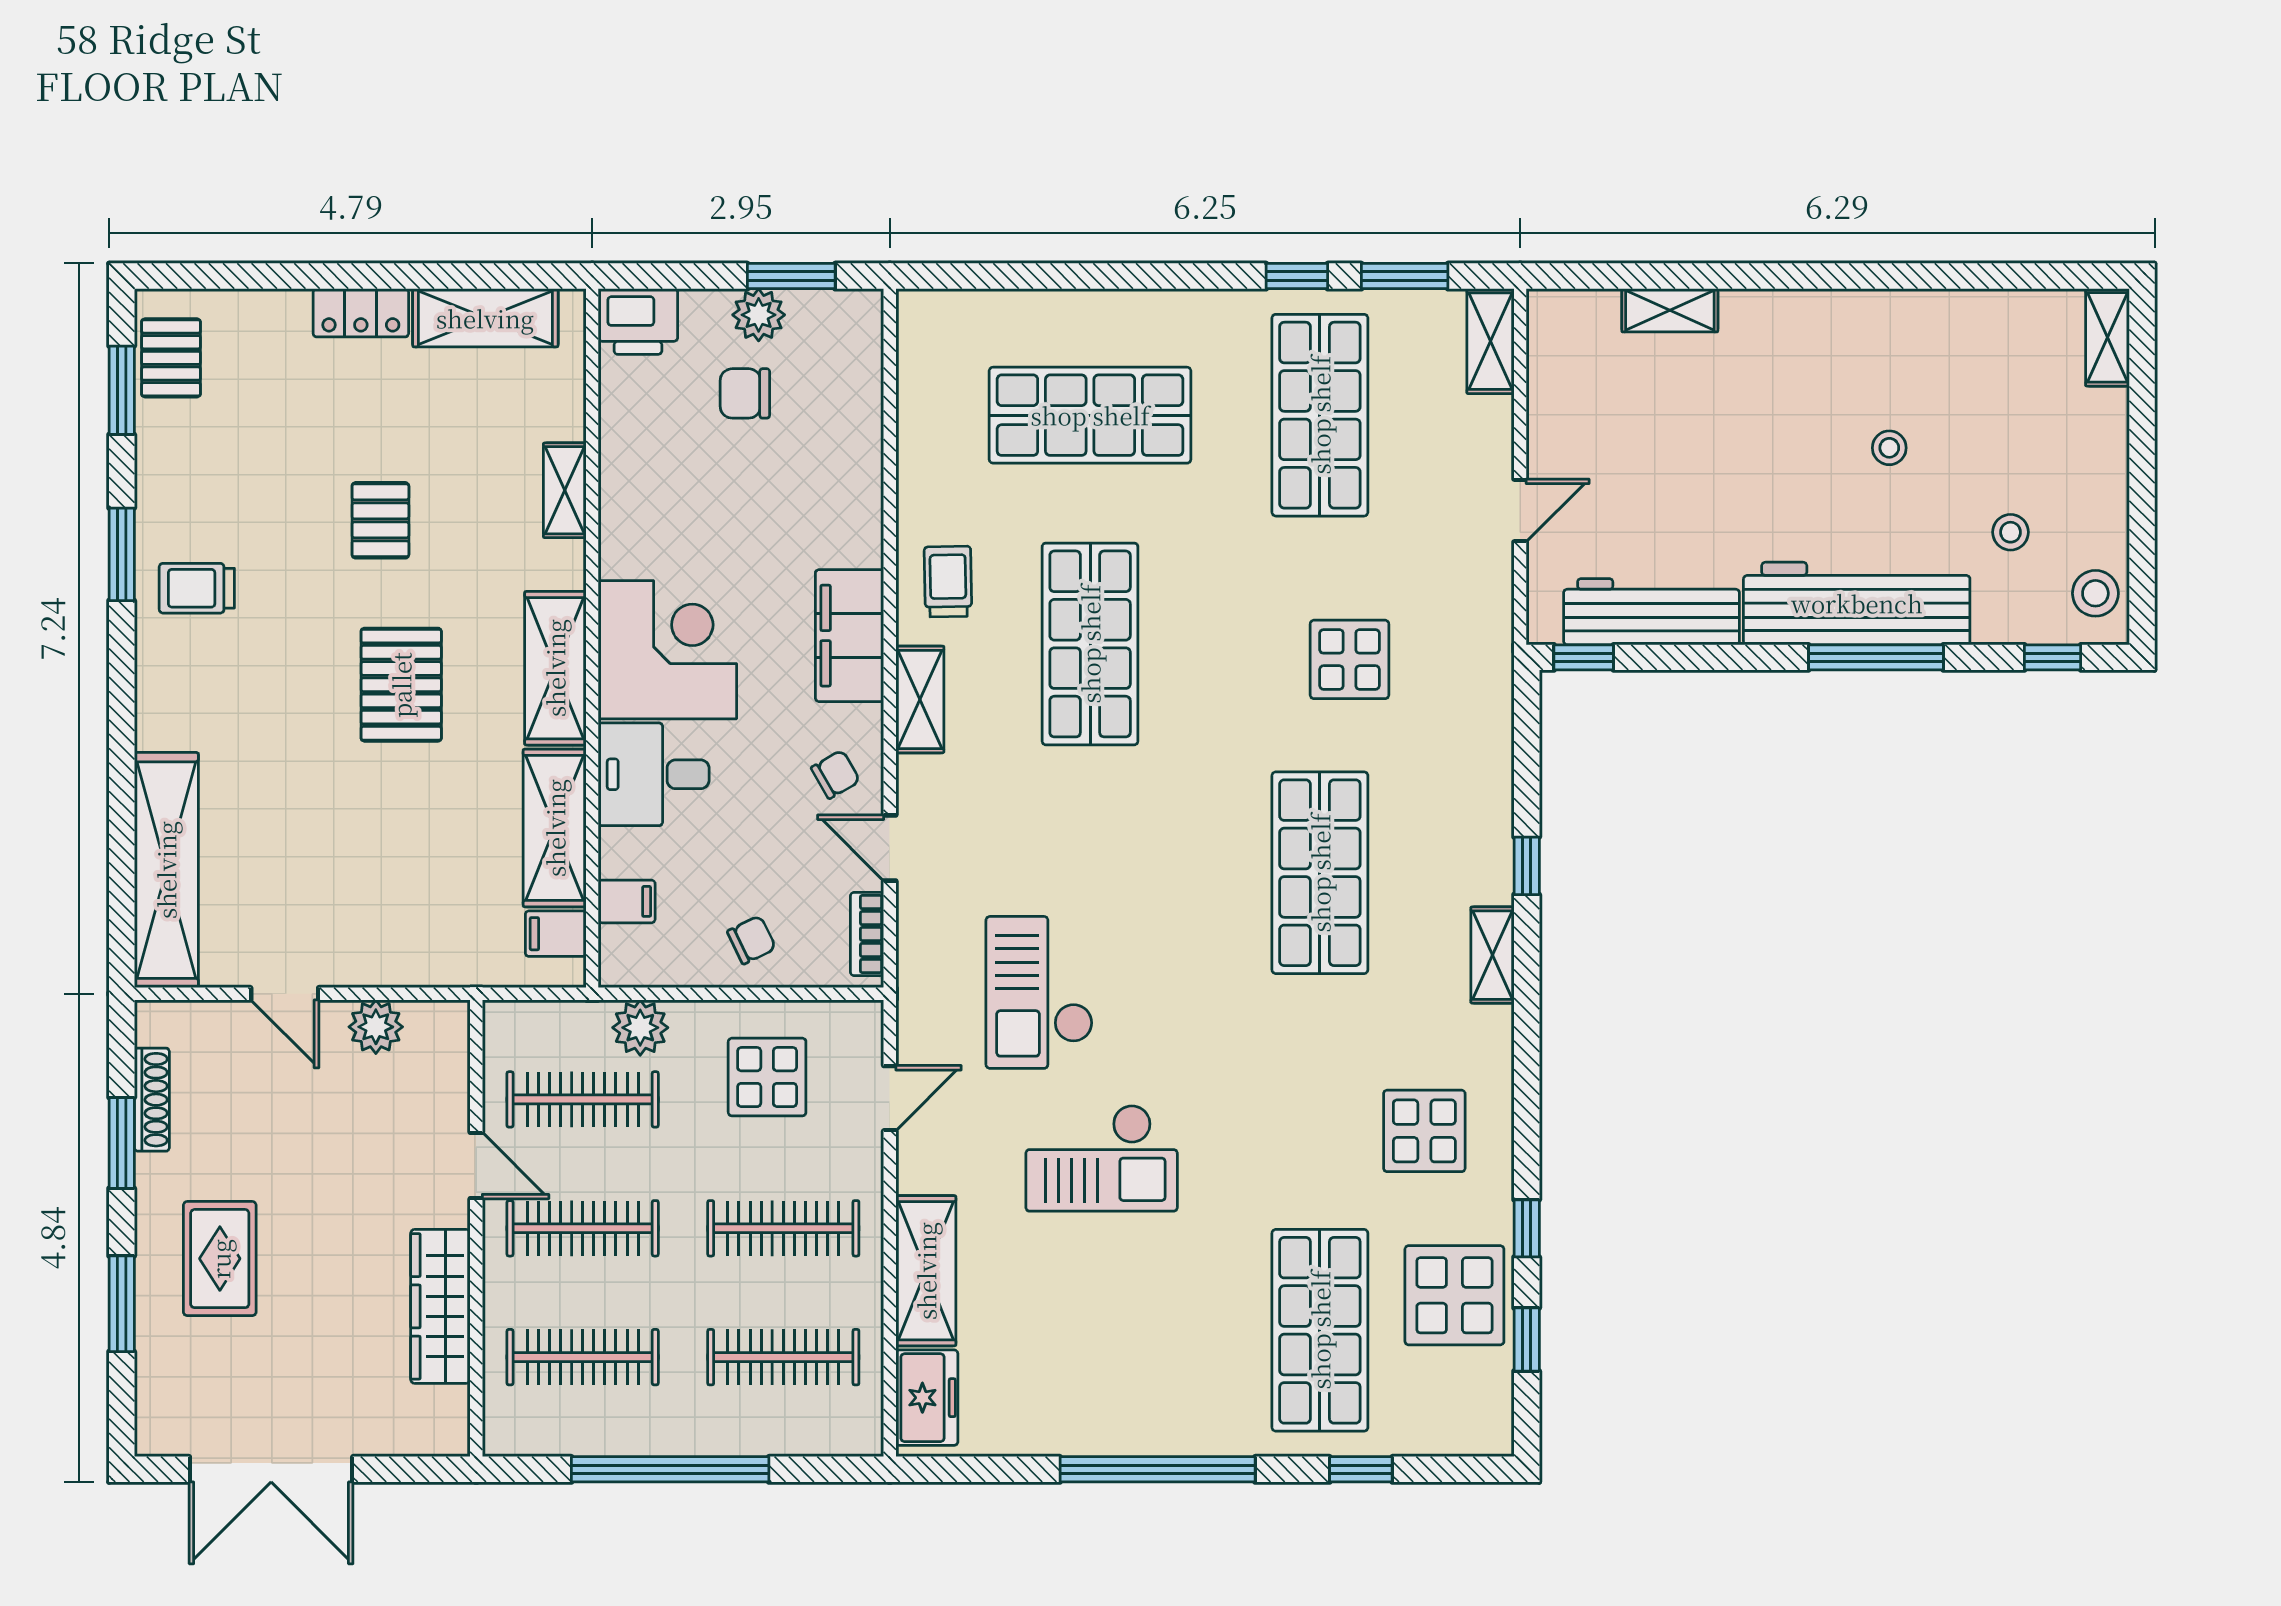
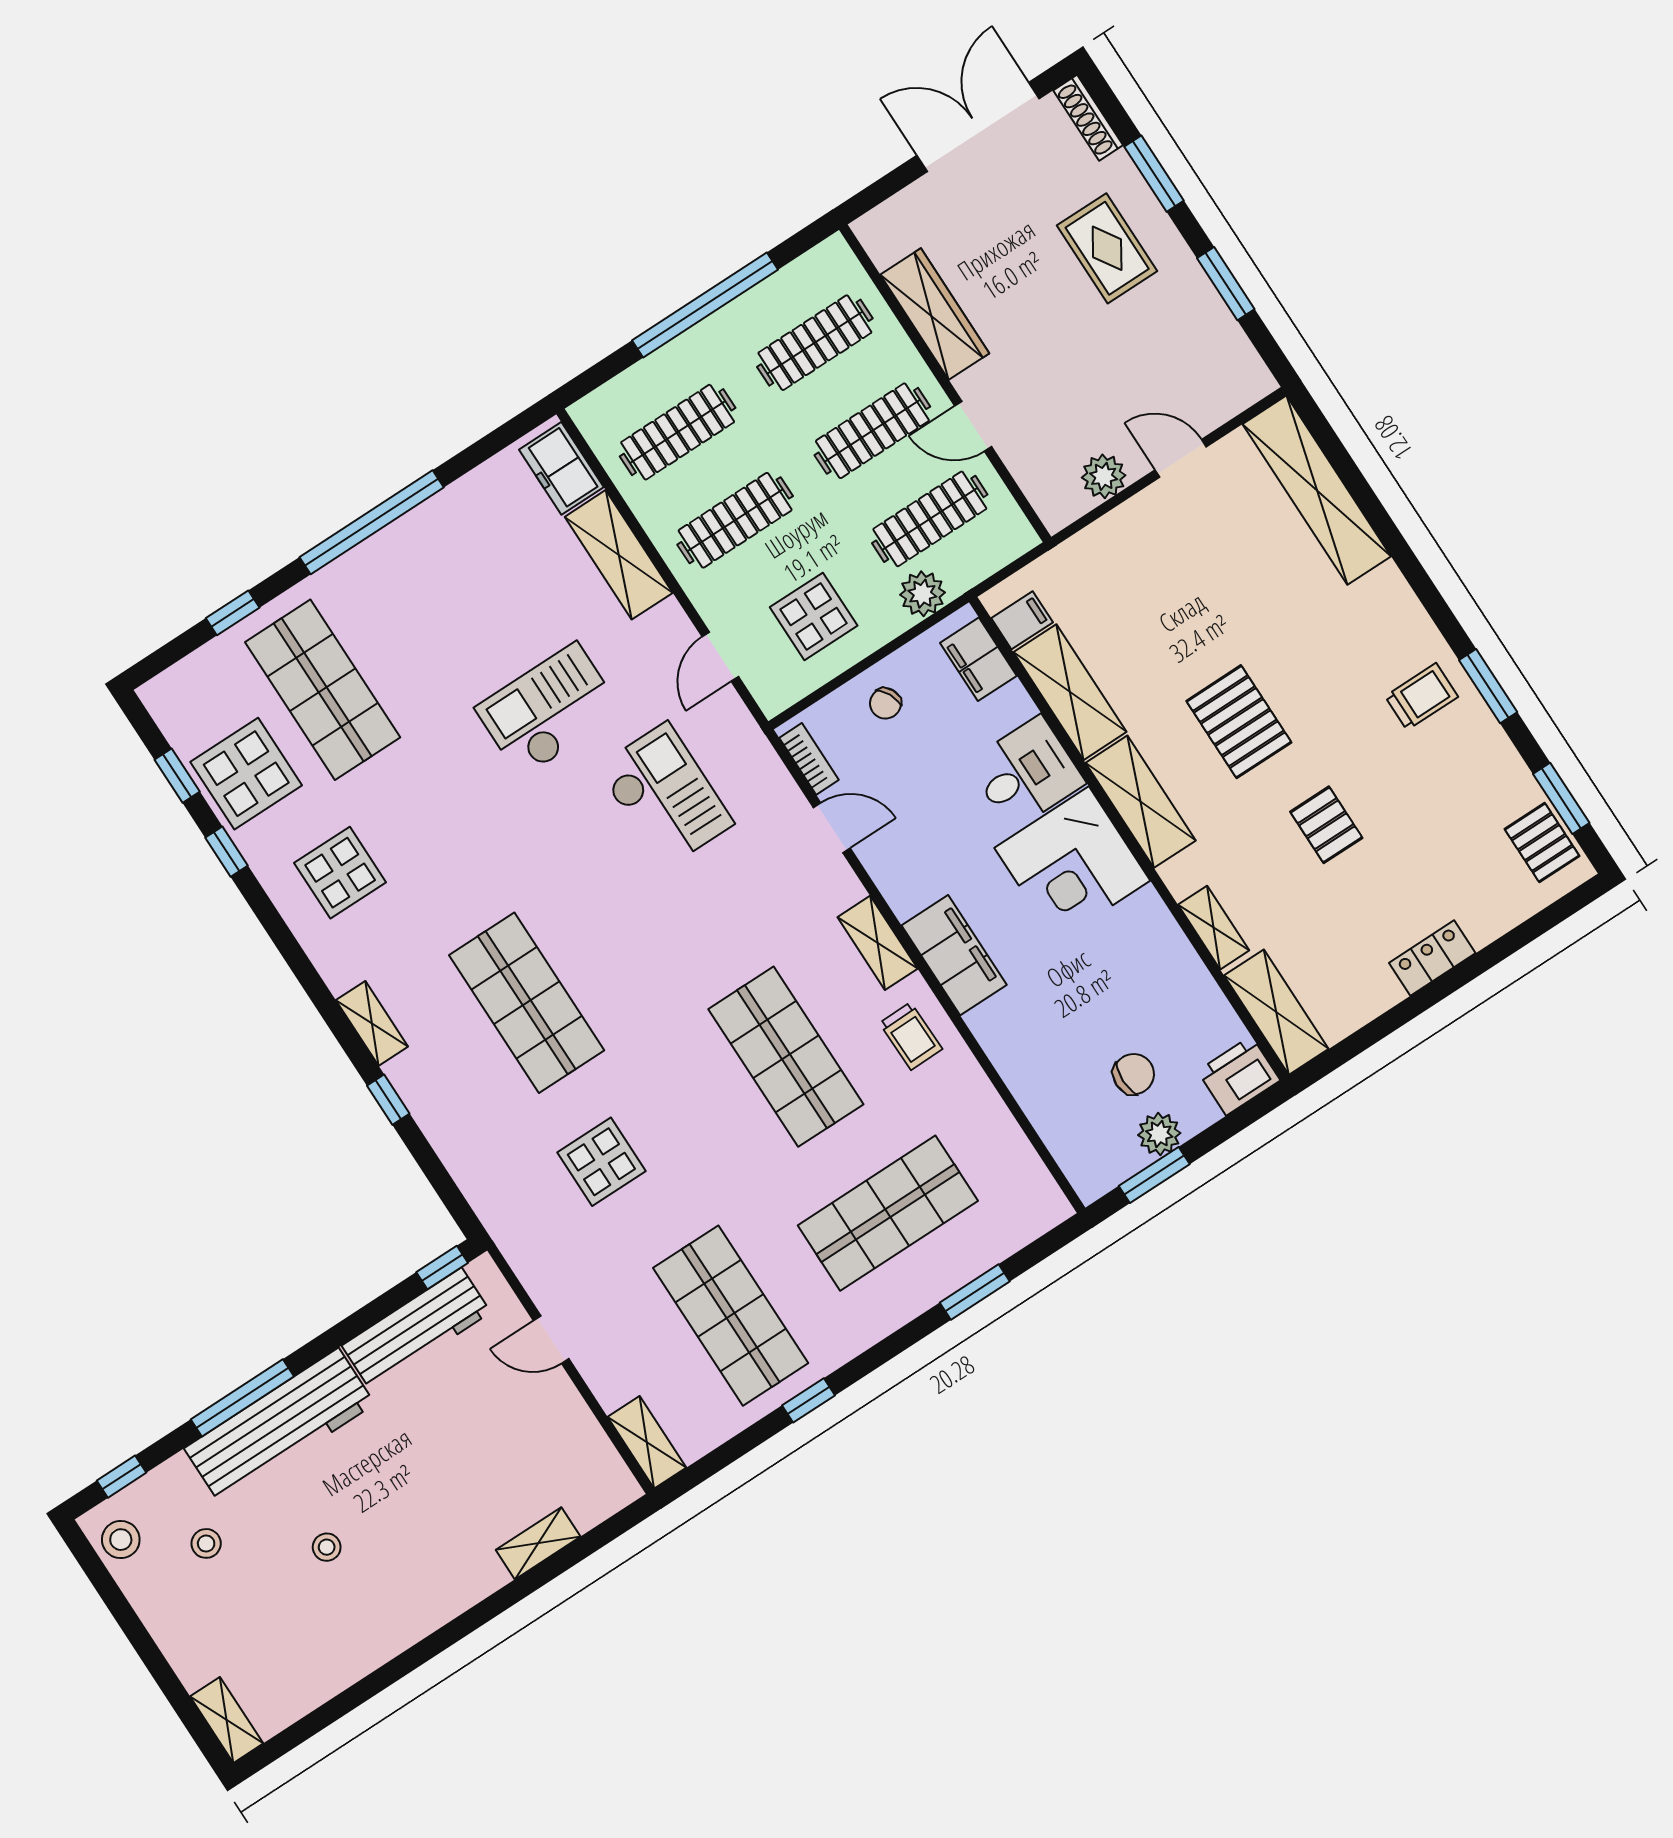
window: (1405, 276) -> (975, 1292), moved
shelving: (485, 318) -> (1276, 1012), moved, turned 90
door: (1520, 511) -> (551, 1340), hinge flipped
chair: (836, 774) -> (902, 854), removed
filing cabinet: (627, 901) -> (978, 659), width x2.00
shoe rack: (152, 1100) -> (1088, 118), moved

